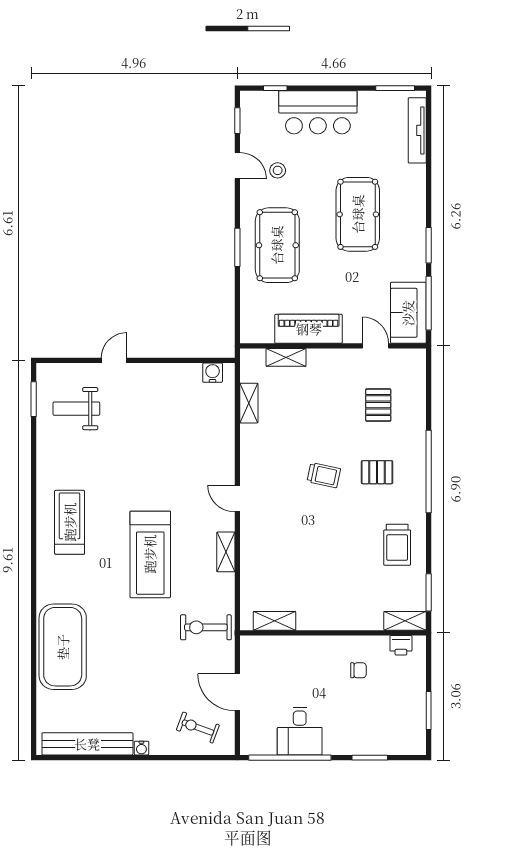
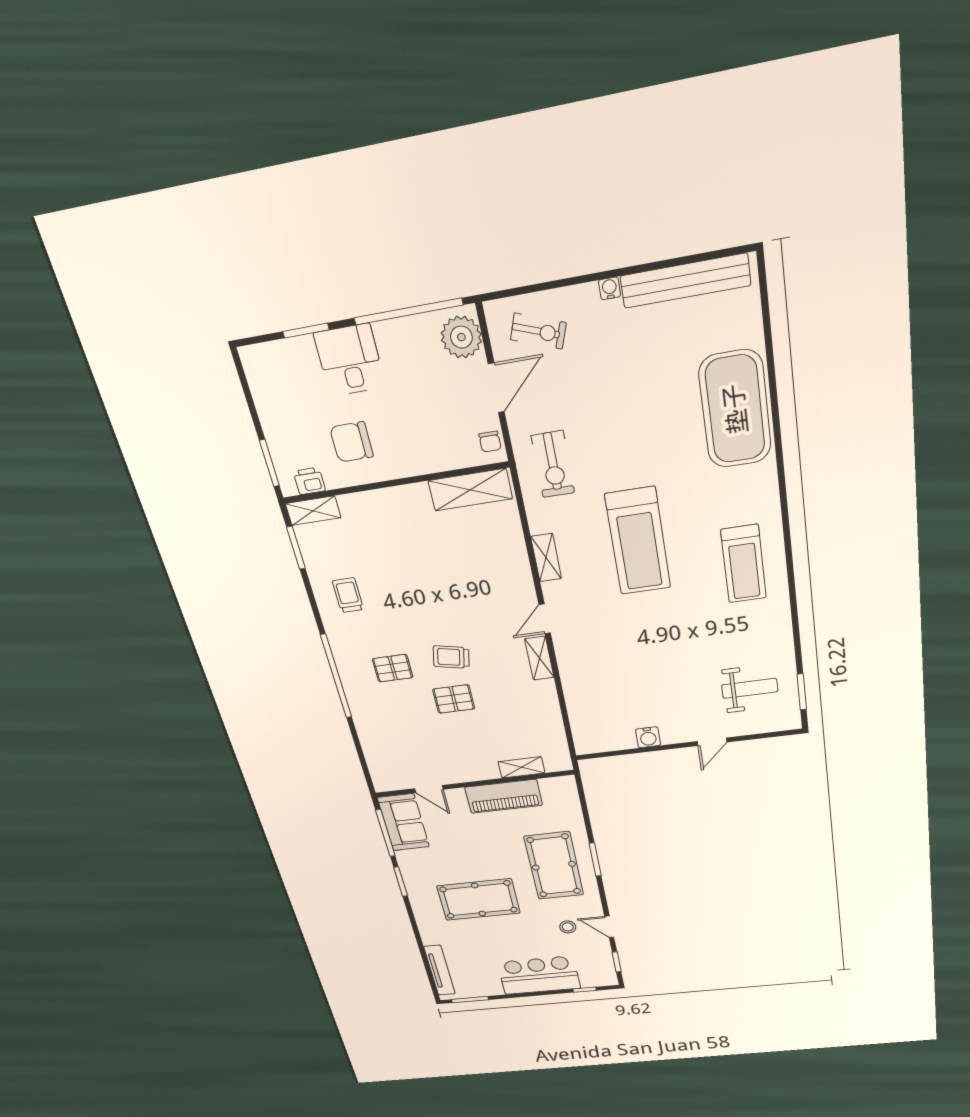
pool table: (358, 214) -> (478, 900), turned 90
water cooler: (213, 373) -> (648, 737), moved
shelving: (249, 403) -> (539, 658), moved
pallet: (378, 405) -> (454, 699), moved, turned 90
door: (237, 498) -> (545, 619), swing flipped
trolley: (397, 545) -> (348, 595), width x0.73, depth x0.72
treadmill: (150, 554) -> (638, 541), turned 180
shelving: (275, 621) -> (470, 490), width x1.50, depth x1.33
exercise bike: (206, 627) -> (553, 464), turned 90
chair: (251, 653) -> (490, 442), added
chair: (358, 670) -> (352, 442), width x1.87, depth x1.87
door: (237, 692) -> (496, 388), hinge flipped
window: (429, 711) -> (269, 463), moved
desk: (300, 731) -> (350, 360), moved
plant: (255, 733) -> (461, 337), added

